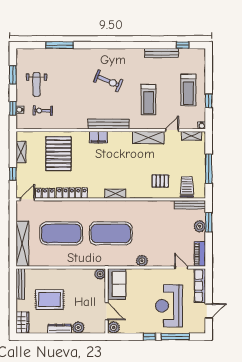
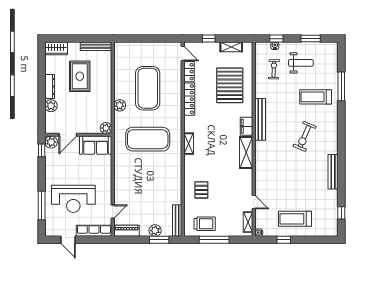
bench: (162, 53) -> (333, 172), moved
weight bench: (37, 84) -> (301, 63), turned 180
treadmill: (149, 100) -> (316, 97), moved
bench: (109, 124) -> (260, 119), moved
shelving: (148, 138) -> (246, 152), moved
pallet: (58, 154) -> (230, 85), turned 90
trolley: (187, 187) -> (205, 224), moved
exercise mat: (111, 233) -> (148, 139), turned 90
shelving: (22, 244) -> (137, 48), removed
plant: (142, 261) -> (120, 105), moved
reception desk: (169, 306) -> (73, 199), turned 180
window: (149, 337) -> (42, 150), moved

